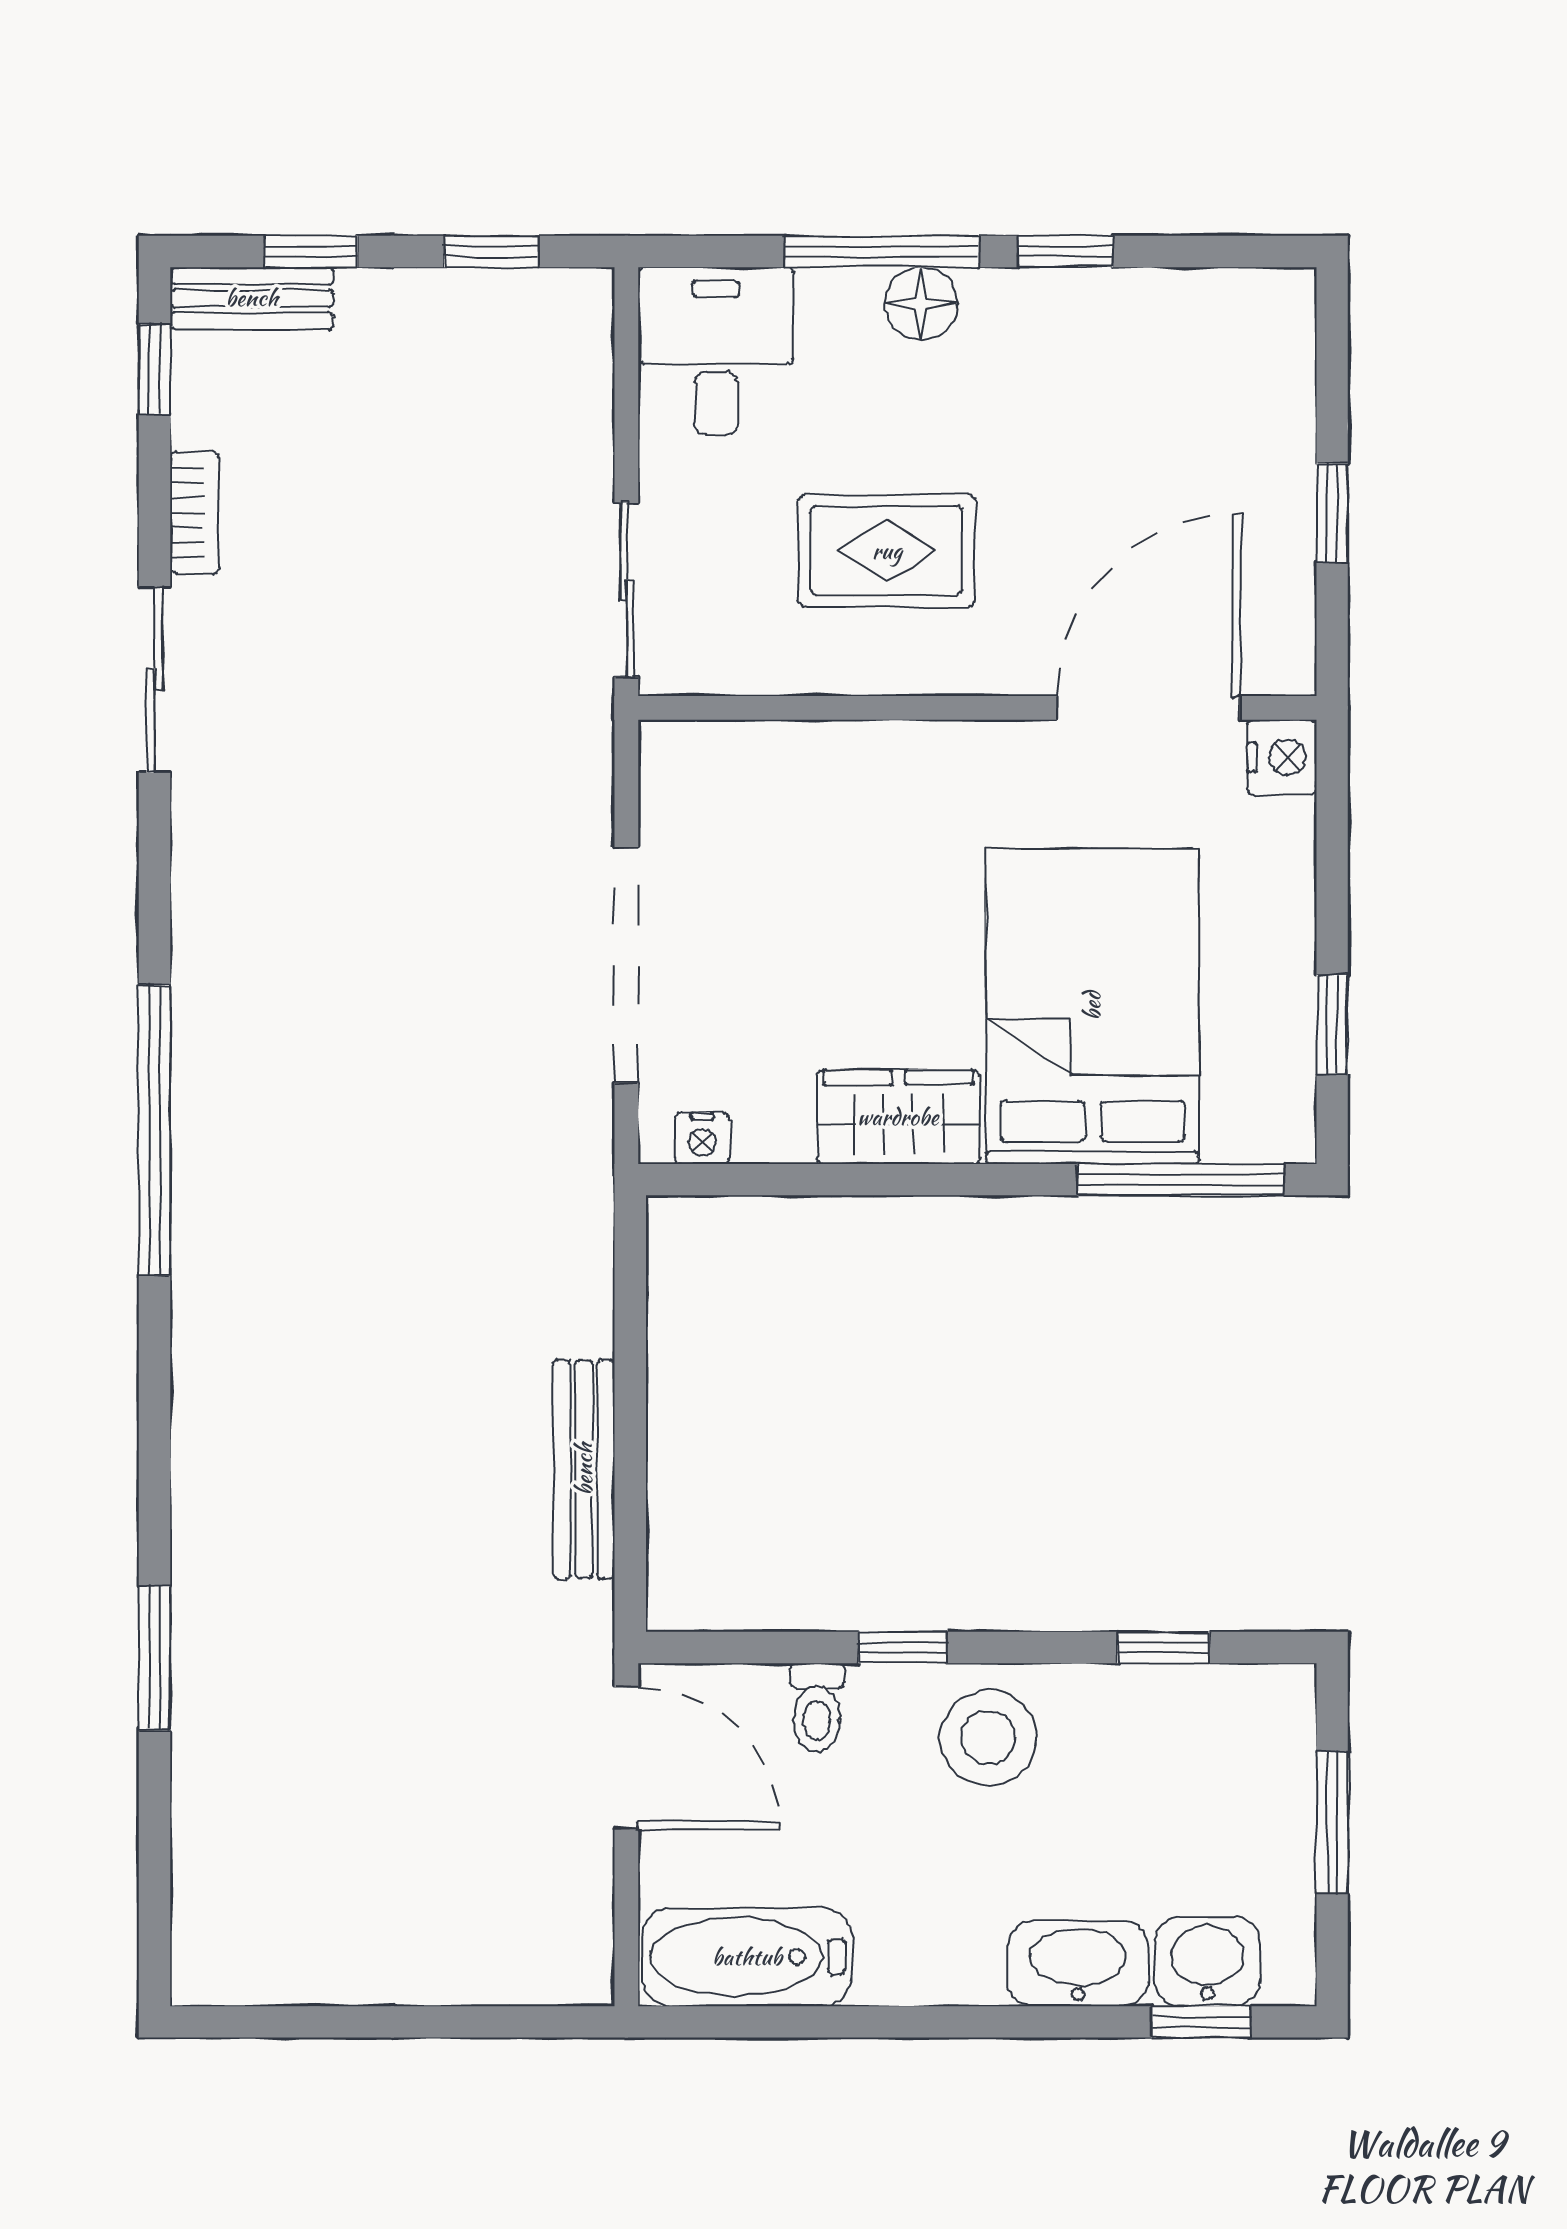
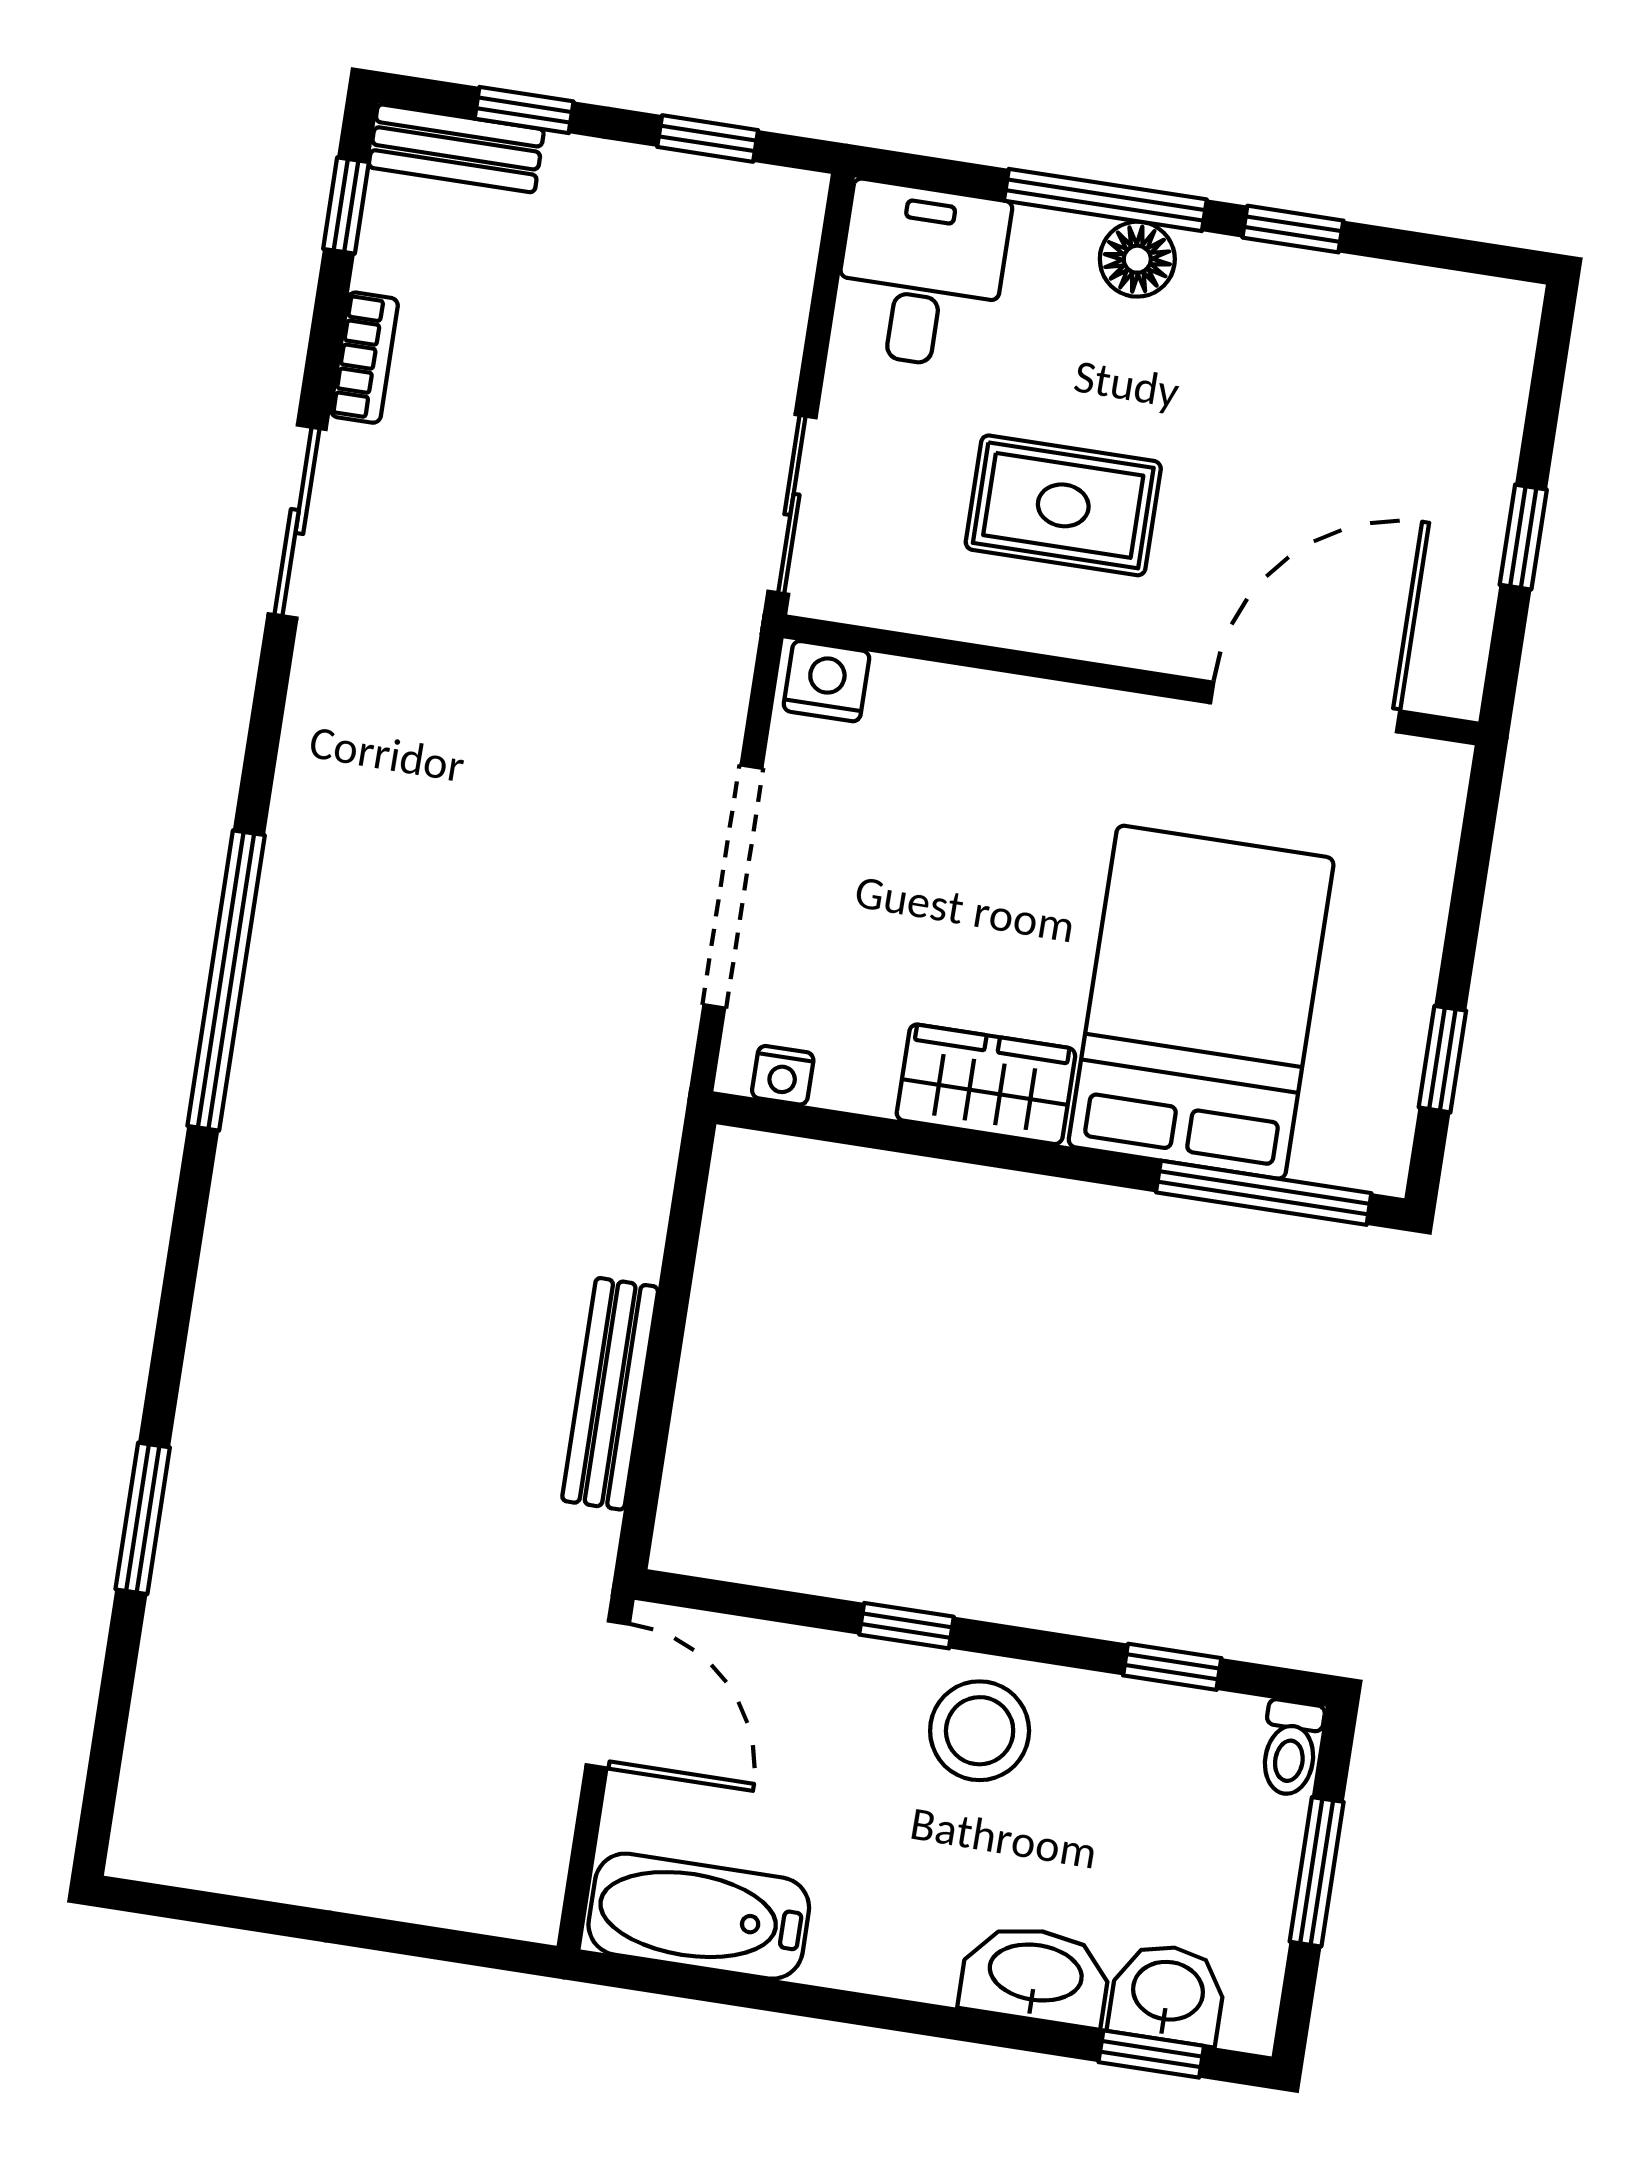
nightstand: (1282, 757) -> (827, 681), moved, turned -90
toilet: (817, 1708) -> (1291, 1748), moved

